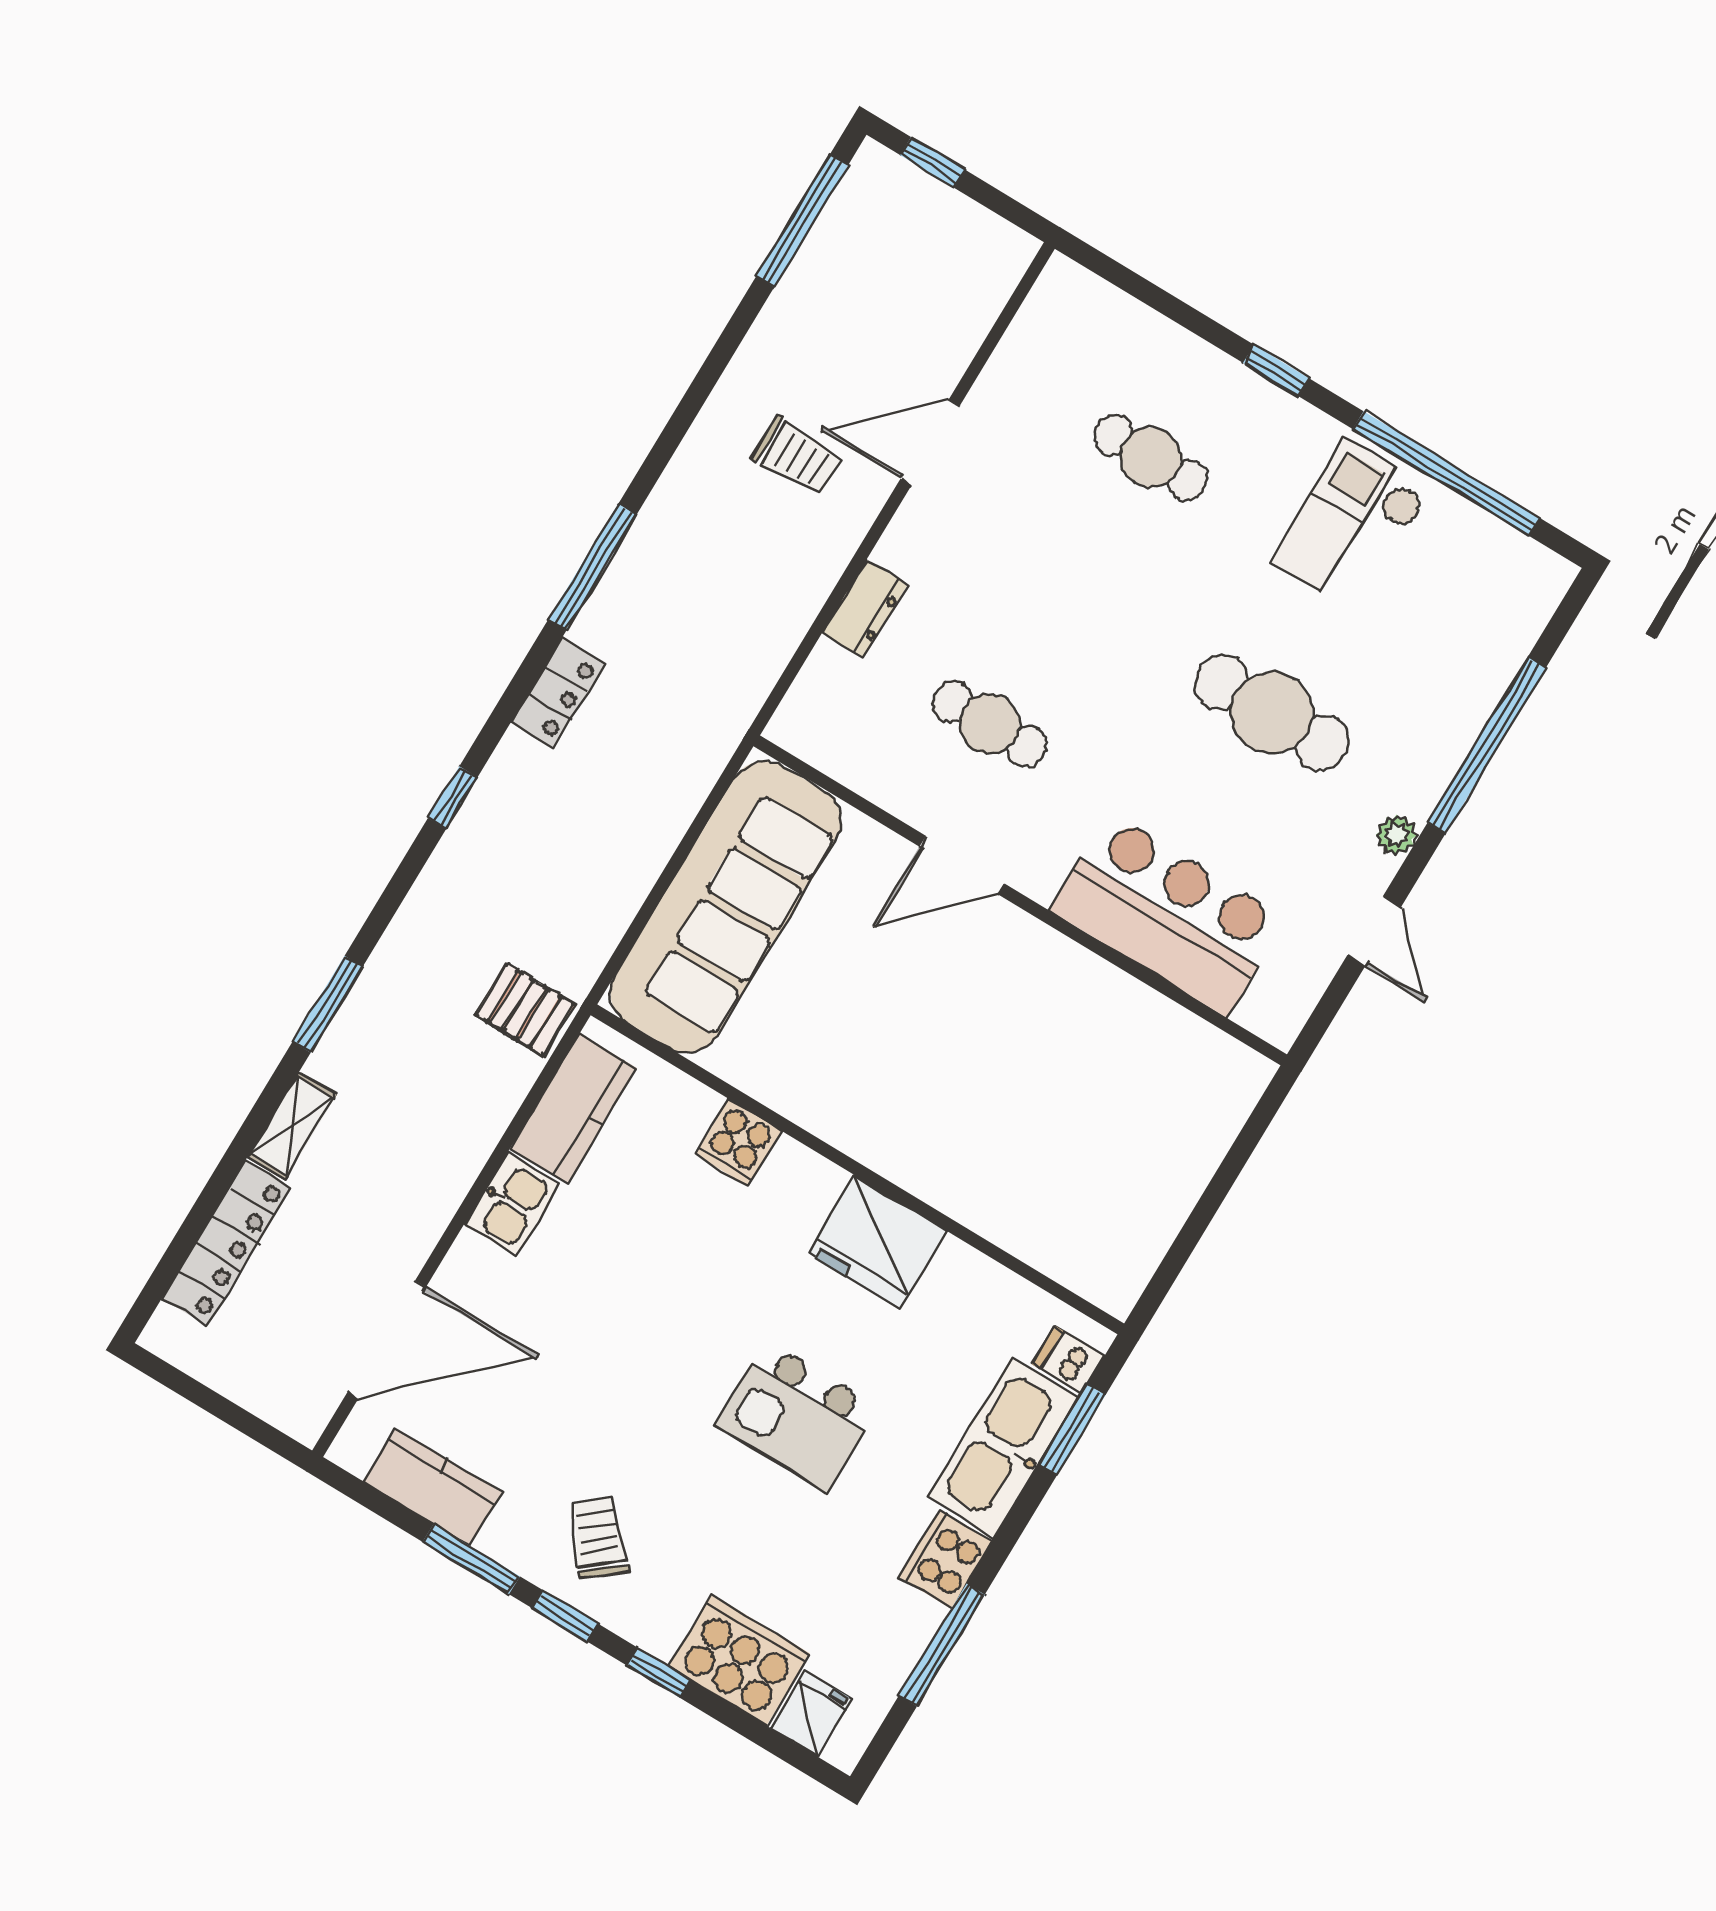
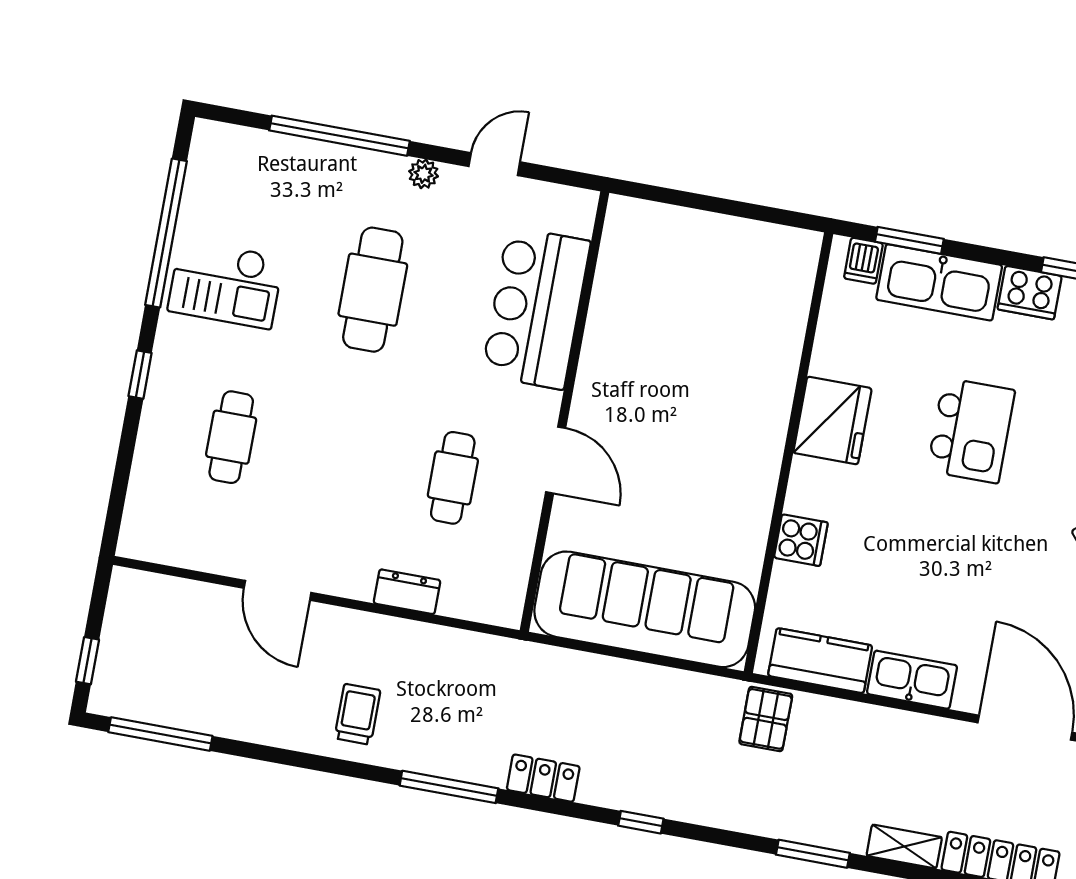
trolley: (798, 457) -> (357, 714), moved
kitchen sink: (512, 1204) -> (912, 680), width x1.38

